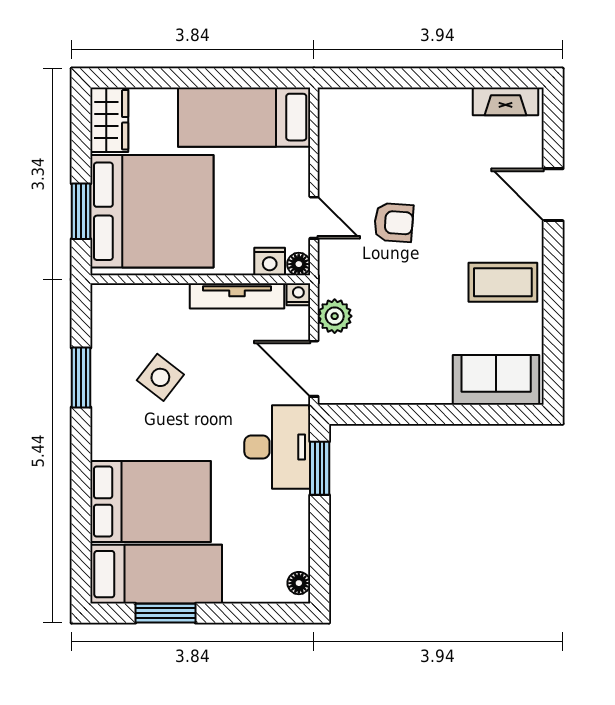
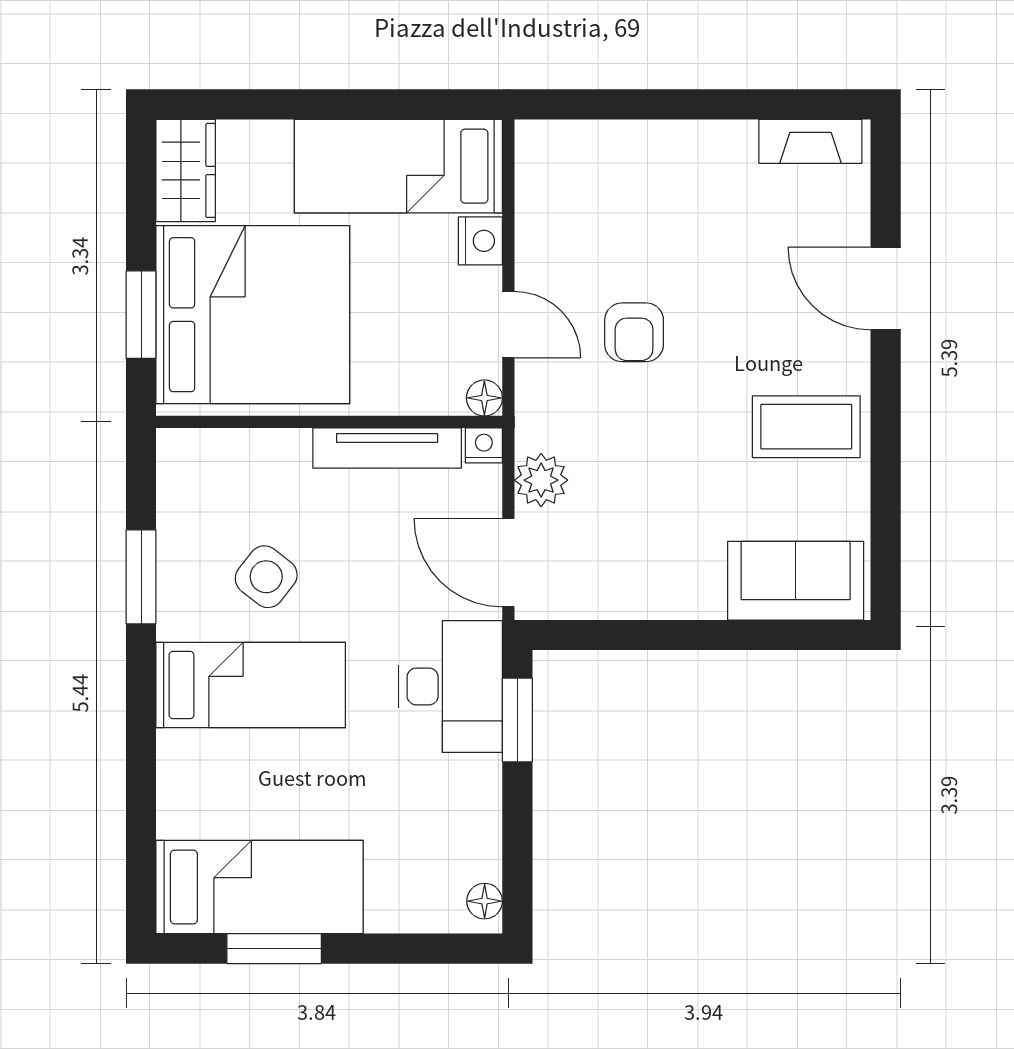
armchair: (394, 222) -> (634, 332), turned 86
nightstand: (270, 262) -> (480, 241), moved, turned -90
bed: (151, 501) -> (251, 685), moved, width x0.67

